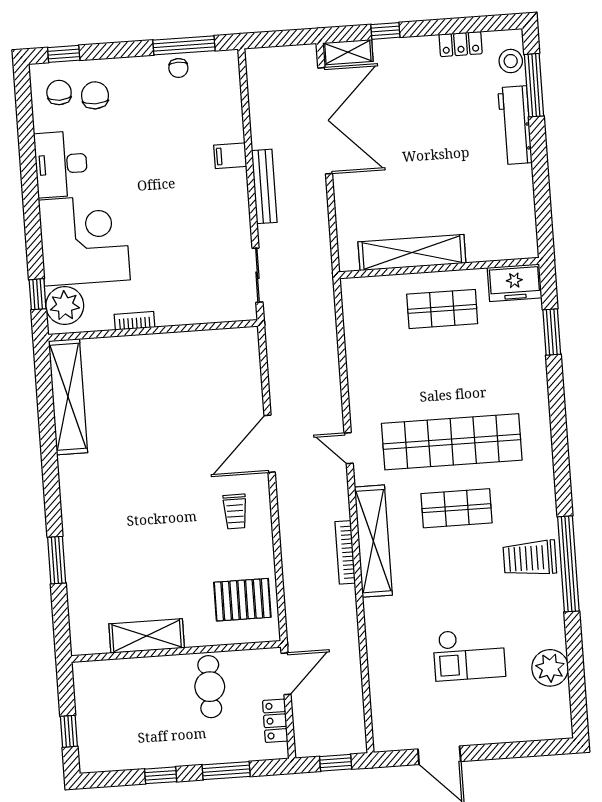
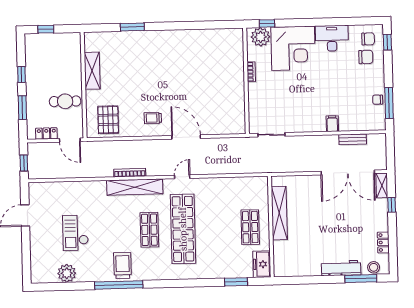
bench: (264, 186) -> (353, 139), moved, width x0.73
shelving: (68, 397) -> (214, 36), removed

